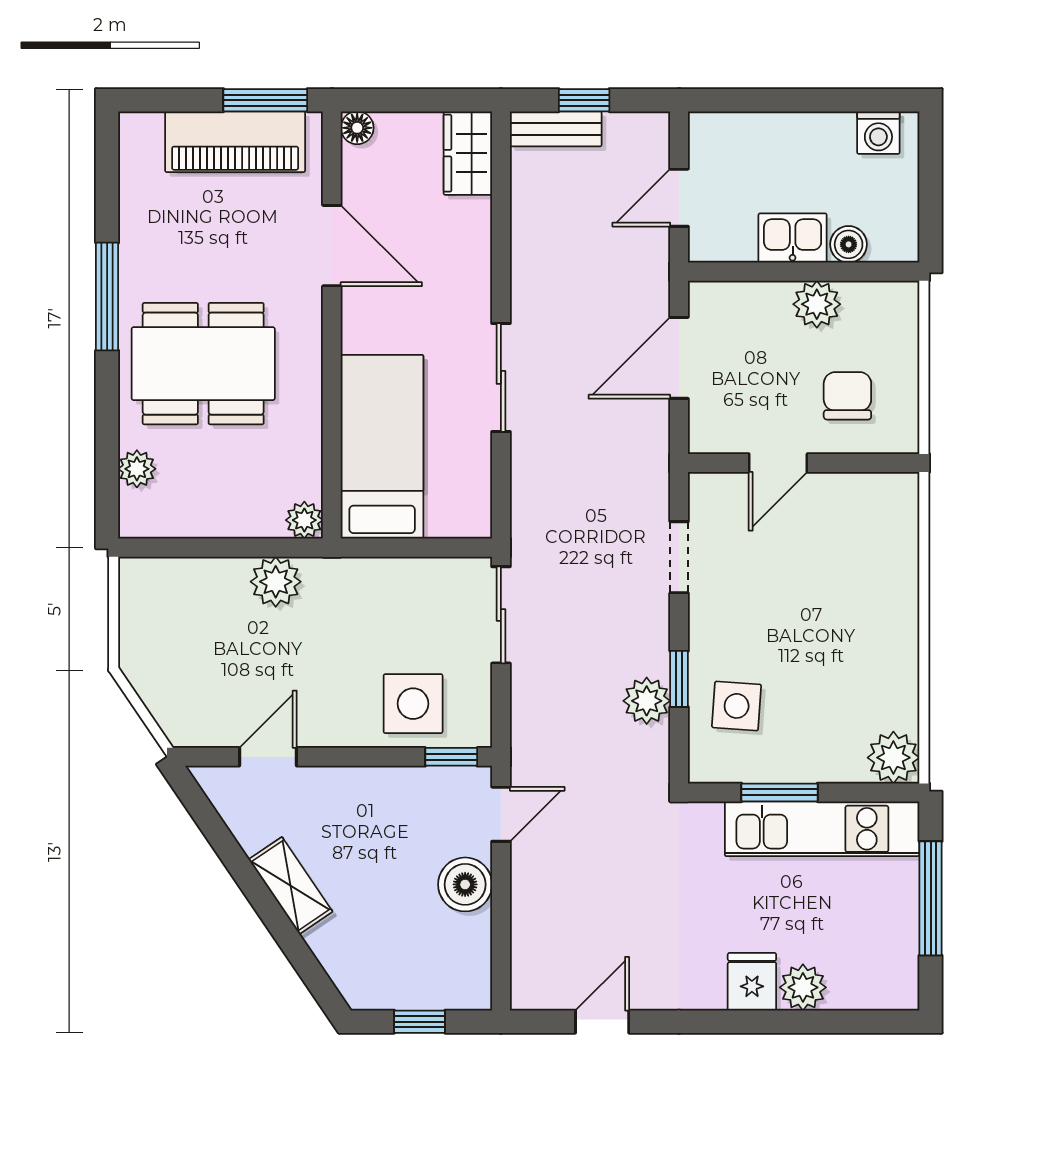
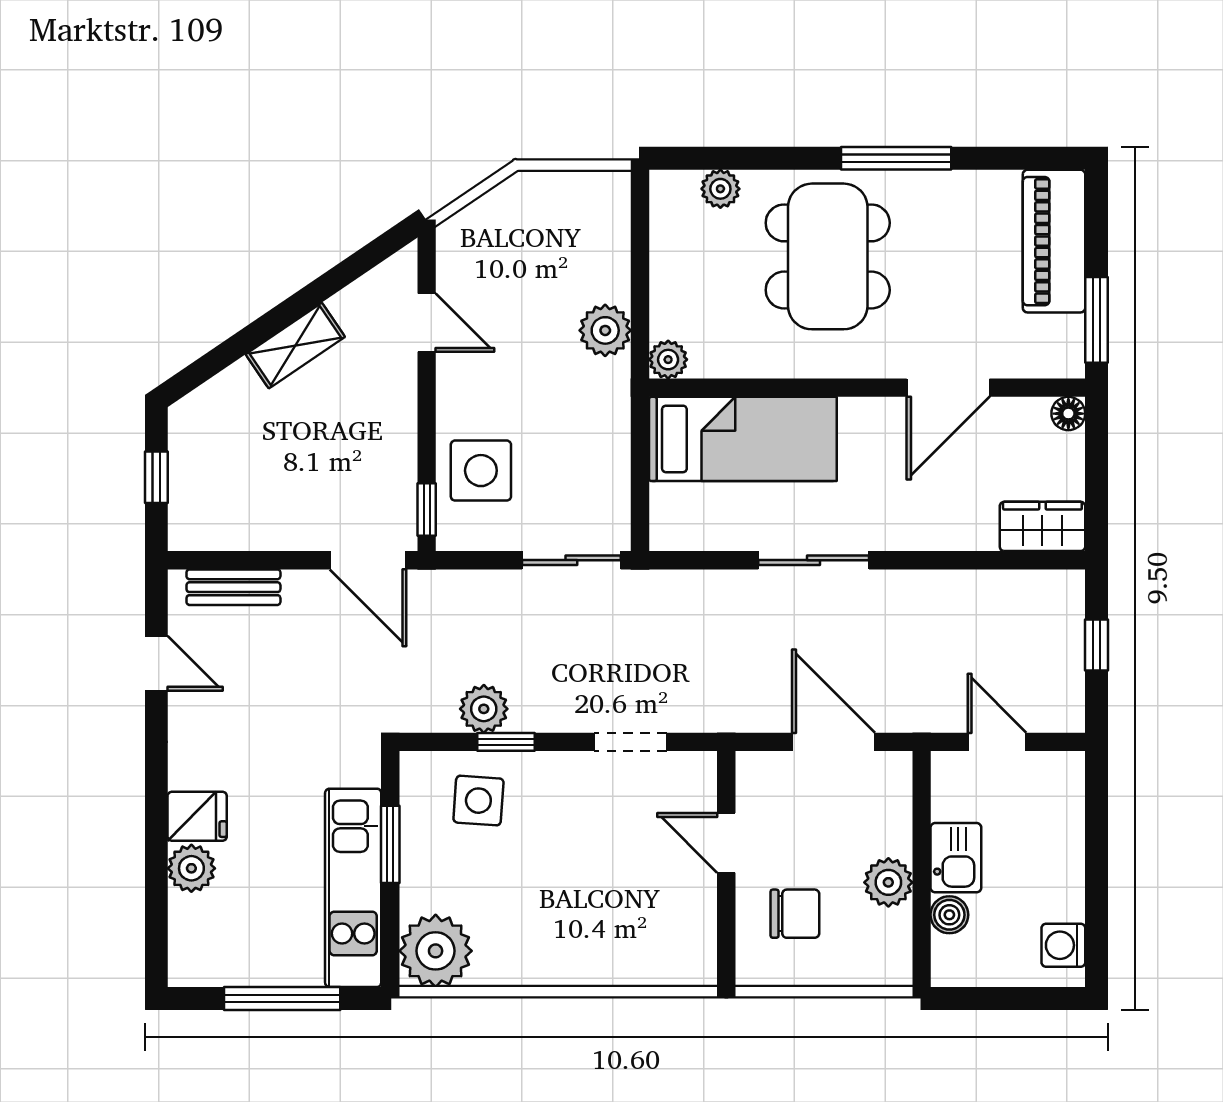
bench: (556, 129) -> (233, 587), moved, turned 90
piano: (235, 142) -> (1054, 241), moved
plant: (893, 758) -> (436, 951), width x1.36, depth x1.36
door: (501, 814) -> (368, 560), width x1.38
boiler: (465, 884) -> (296, 524), removed

